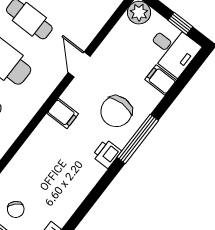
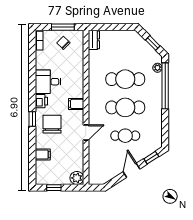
desk: (173, 50) -> (48, 82), moved
door: (79, 65) -> (86, 133), hinge flipped
window: (138, 139) -> (32, 119), width x0.46

